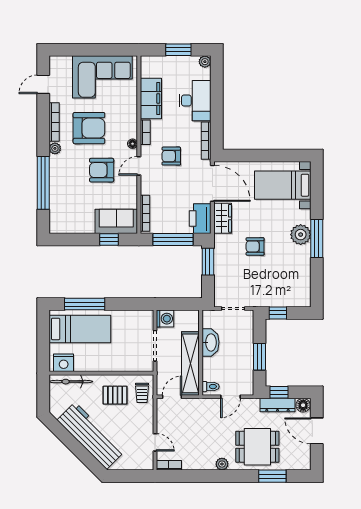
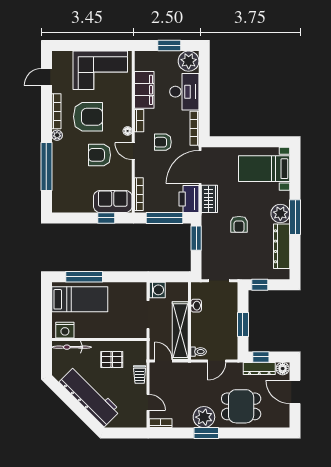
plant: (205, 62) -> (189, 61), width x1.87, depth x1.87
door: (139, 166) -> (133, 151), hinge flipped
door: (212, 183) -> (200, 167), swing flipped
armchair: (255, 246) -> (239, 224), turned -90
dresser: (302, 271) -> (282, 246), added
washbasin: (211, 342) -> (196, 306), width x0.52, depth x0.69
trolley: (142, 393) -> (140, 375), moved
door: (172, 397) -> (163, 361), hinge flipped
plant: (222, 464) -> (204, 417), width x1.88, depth x1.88
window: (272, 476) -> (206, 433), moved

